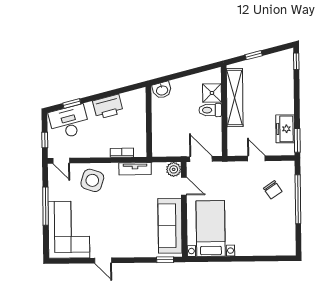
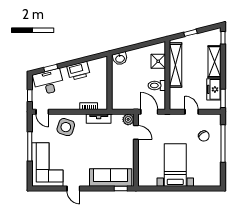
shelving: (286, 93) -> (215, 62), added
toilet: (210, 110) -> (157, 85), moved
sofa: (170, 226) -> (111, 177), moved, turned 90
bed with nightstands: (211, 229) -> (175, 165), moved

